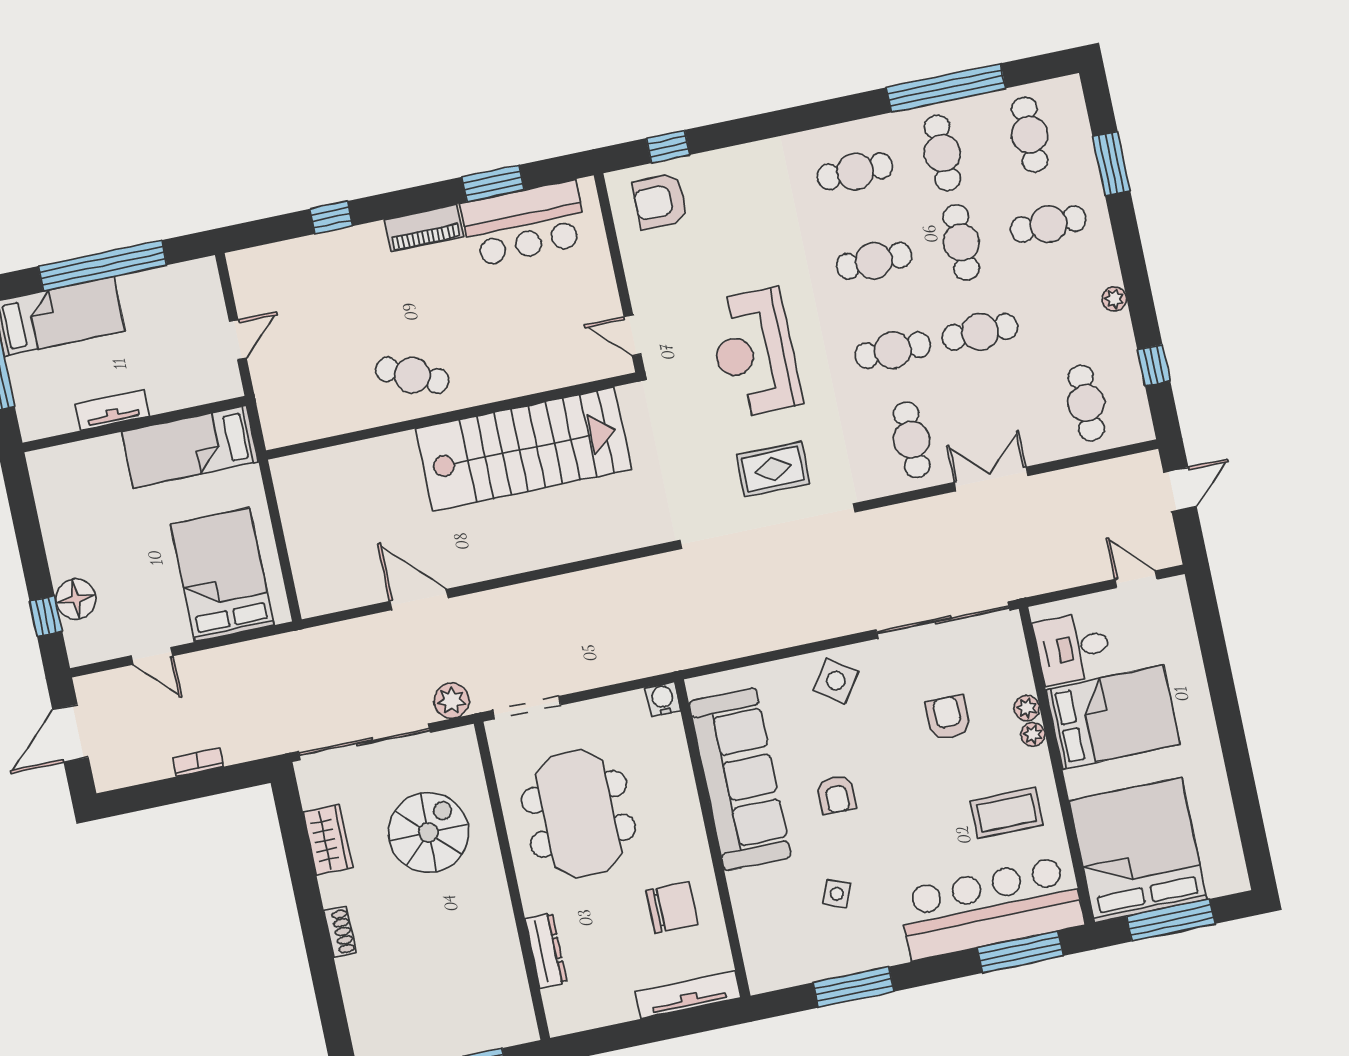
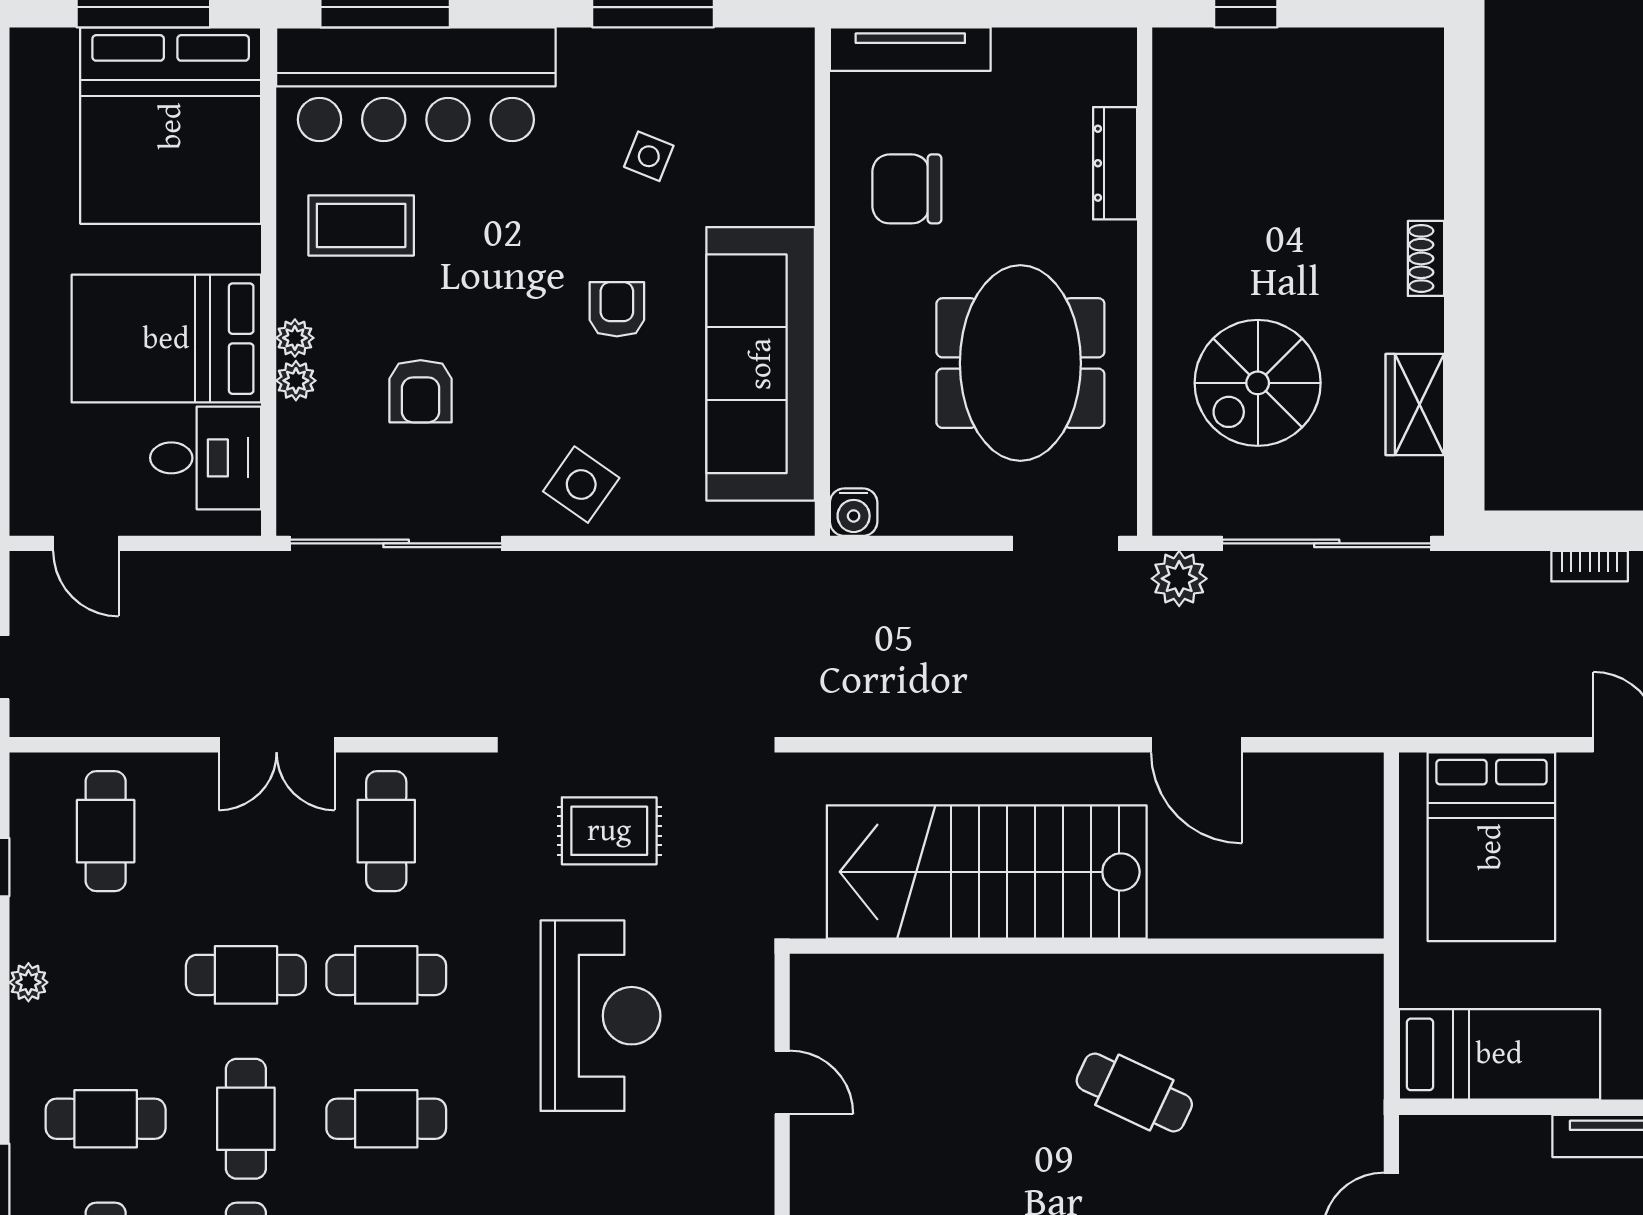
wall: (452, 416) -> (1087, 946), moved
stairs: (524, 449) -> (987, 872), moved

